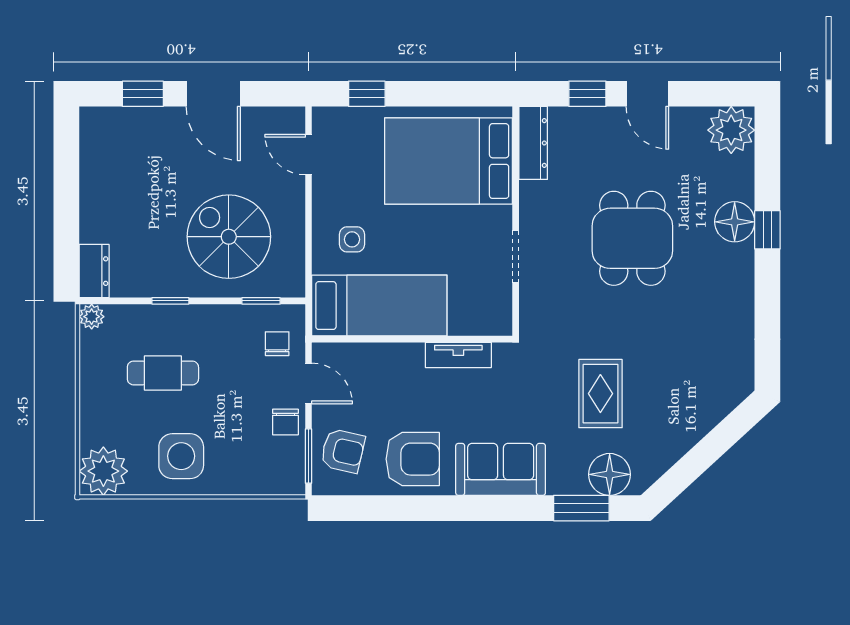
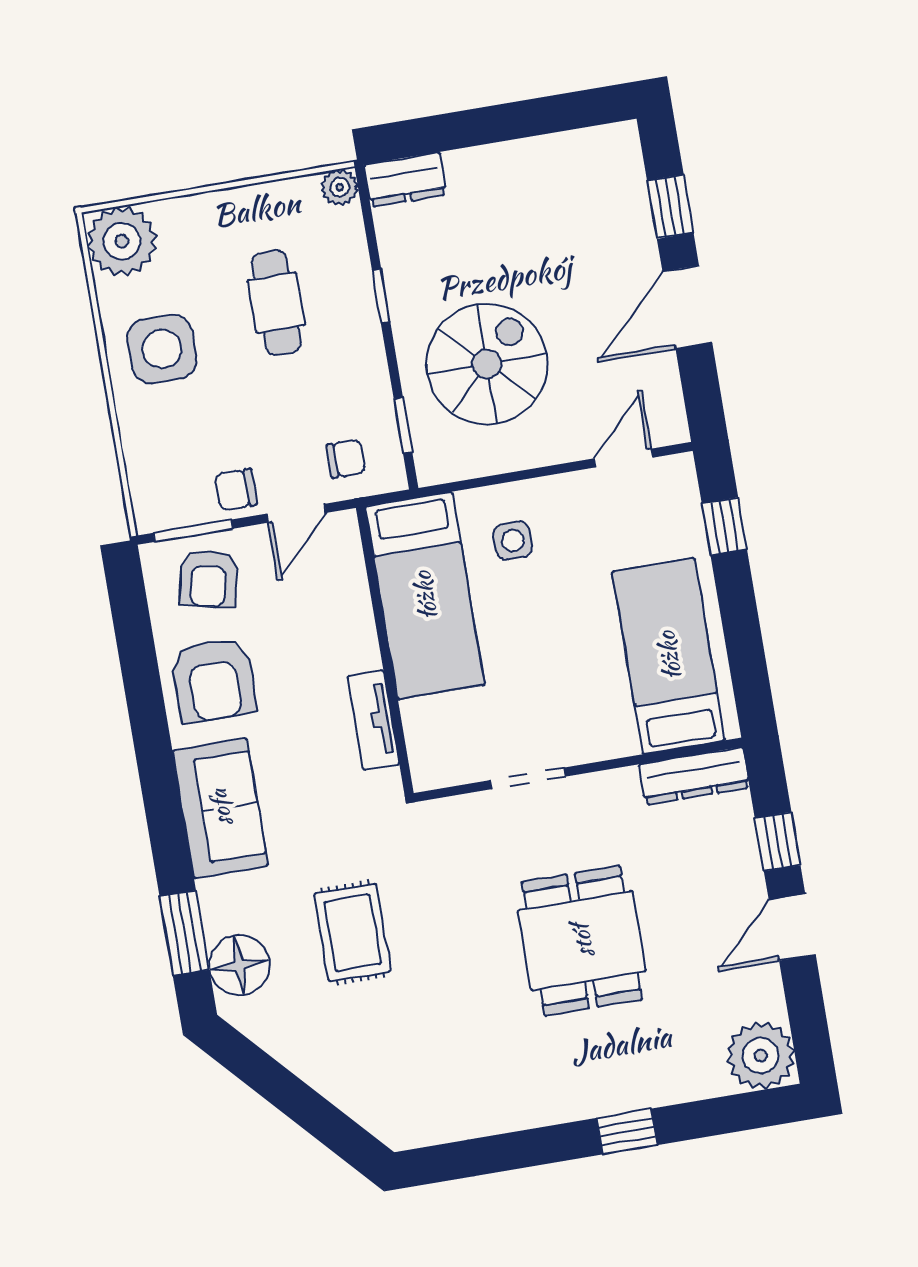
bed: (449, 161) -> (669, 656), width x0.67
floor lamp: (735, 222) -> (630, 1083), removed
dining table: (632, 238) -> (582, 941), turned 90
rug: (600, 394) -> (353, 933), turned 90

